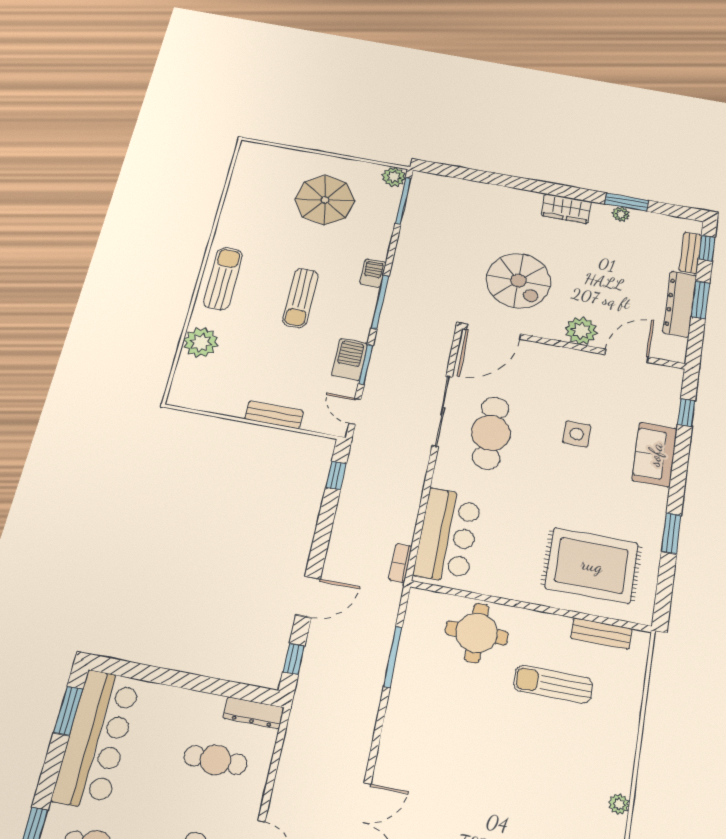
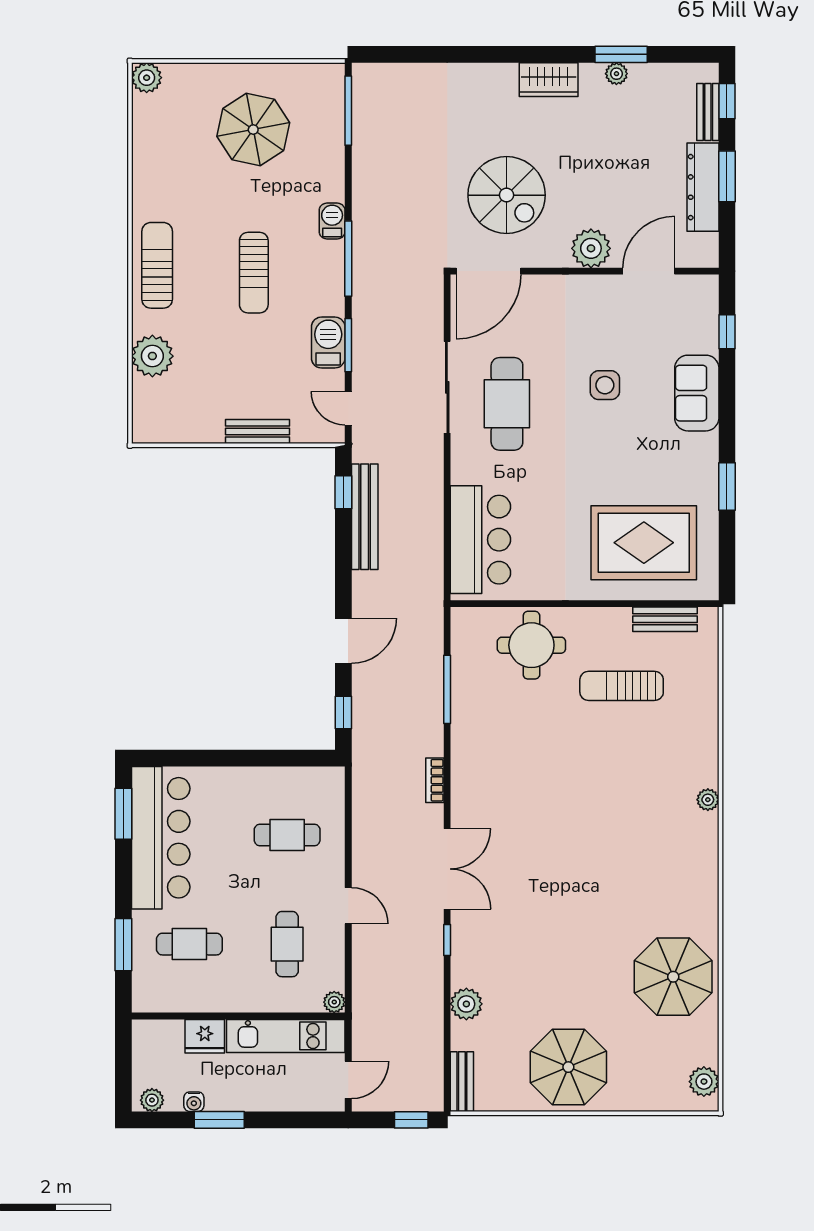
plant: (394, 177) -> (147, 78), moved
bench: (350, 498) -> (365, 517), added
bookcase: (400, 563) -> (435, 780), moved
dresser: (253, 713) -> (314, 778), removed

